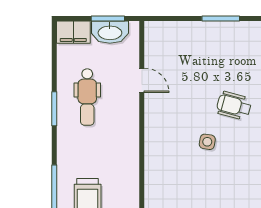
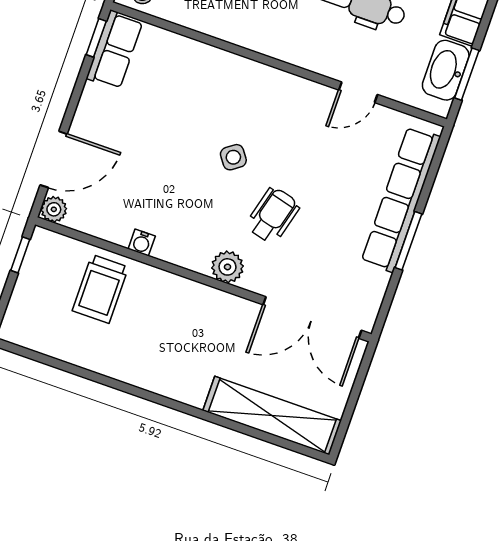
row of seats: (197, 32) -> (401, 199), added
side table: (207, 142) -> (233, 157), turned 45

